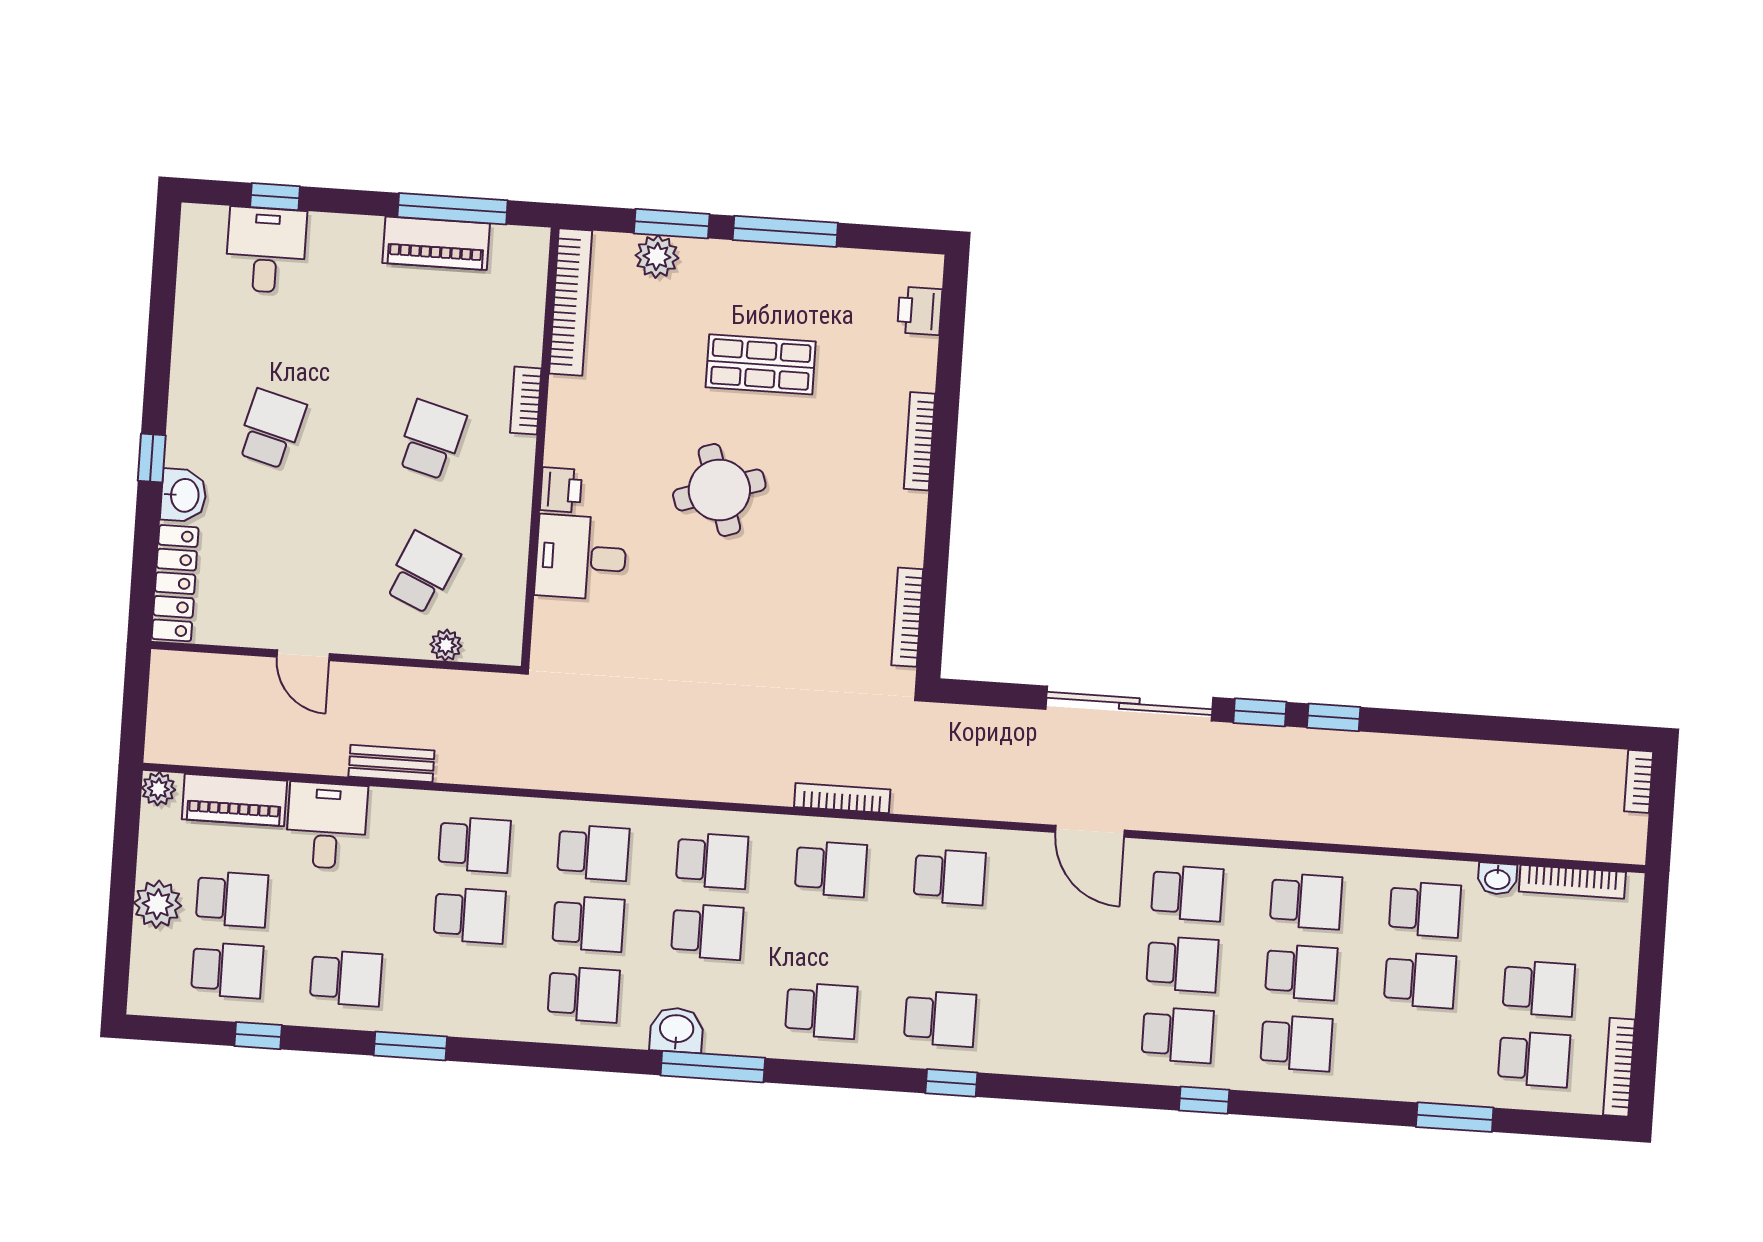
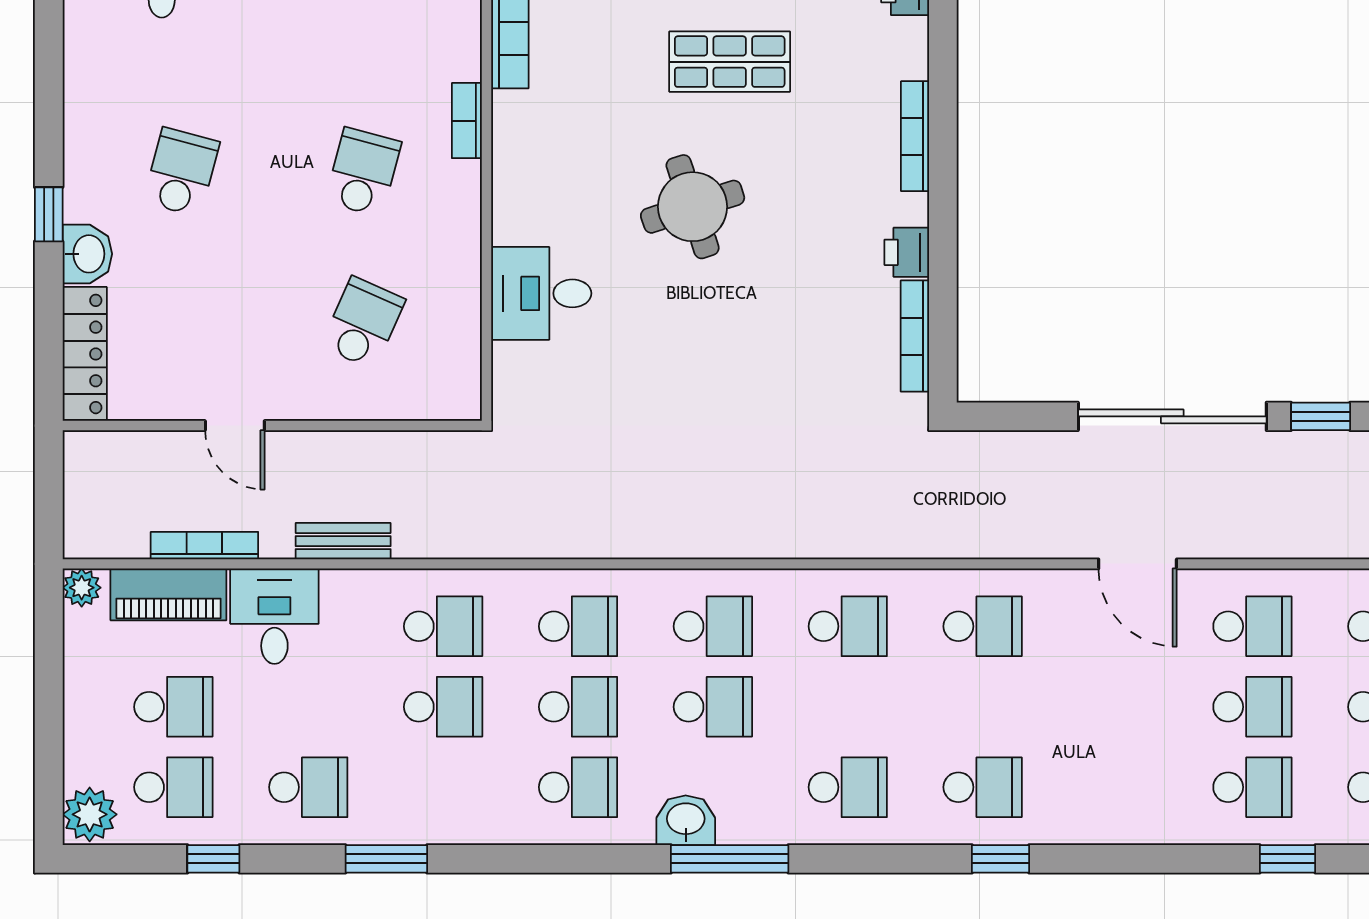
printer: (561, 490) -> (907, 252), moved, turned 180
plant: (446, 645) -> (396, 403), removed
bookcase: (842, 798) -> (204, 546), moved
plant: (158, 904) -> (90, 814), moved

